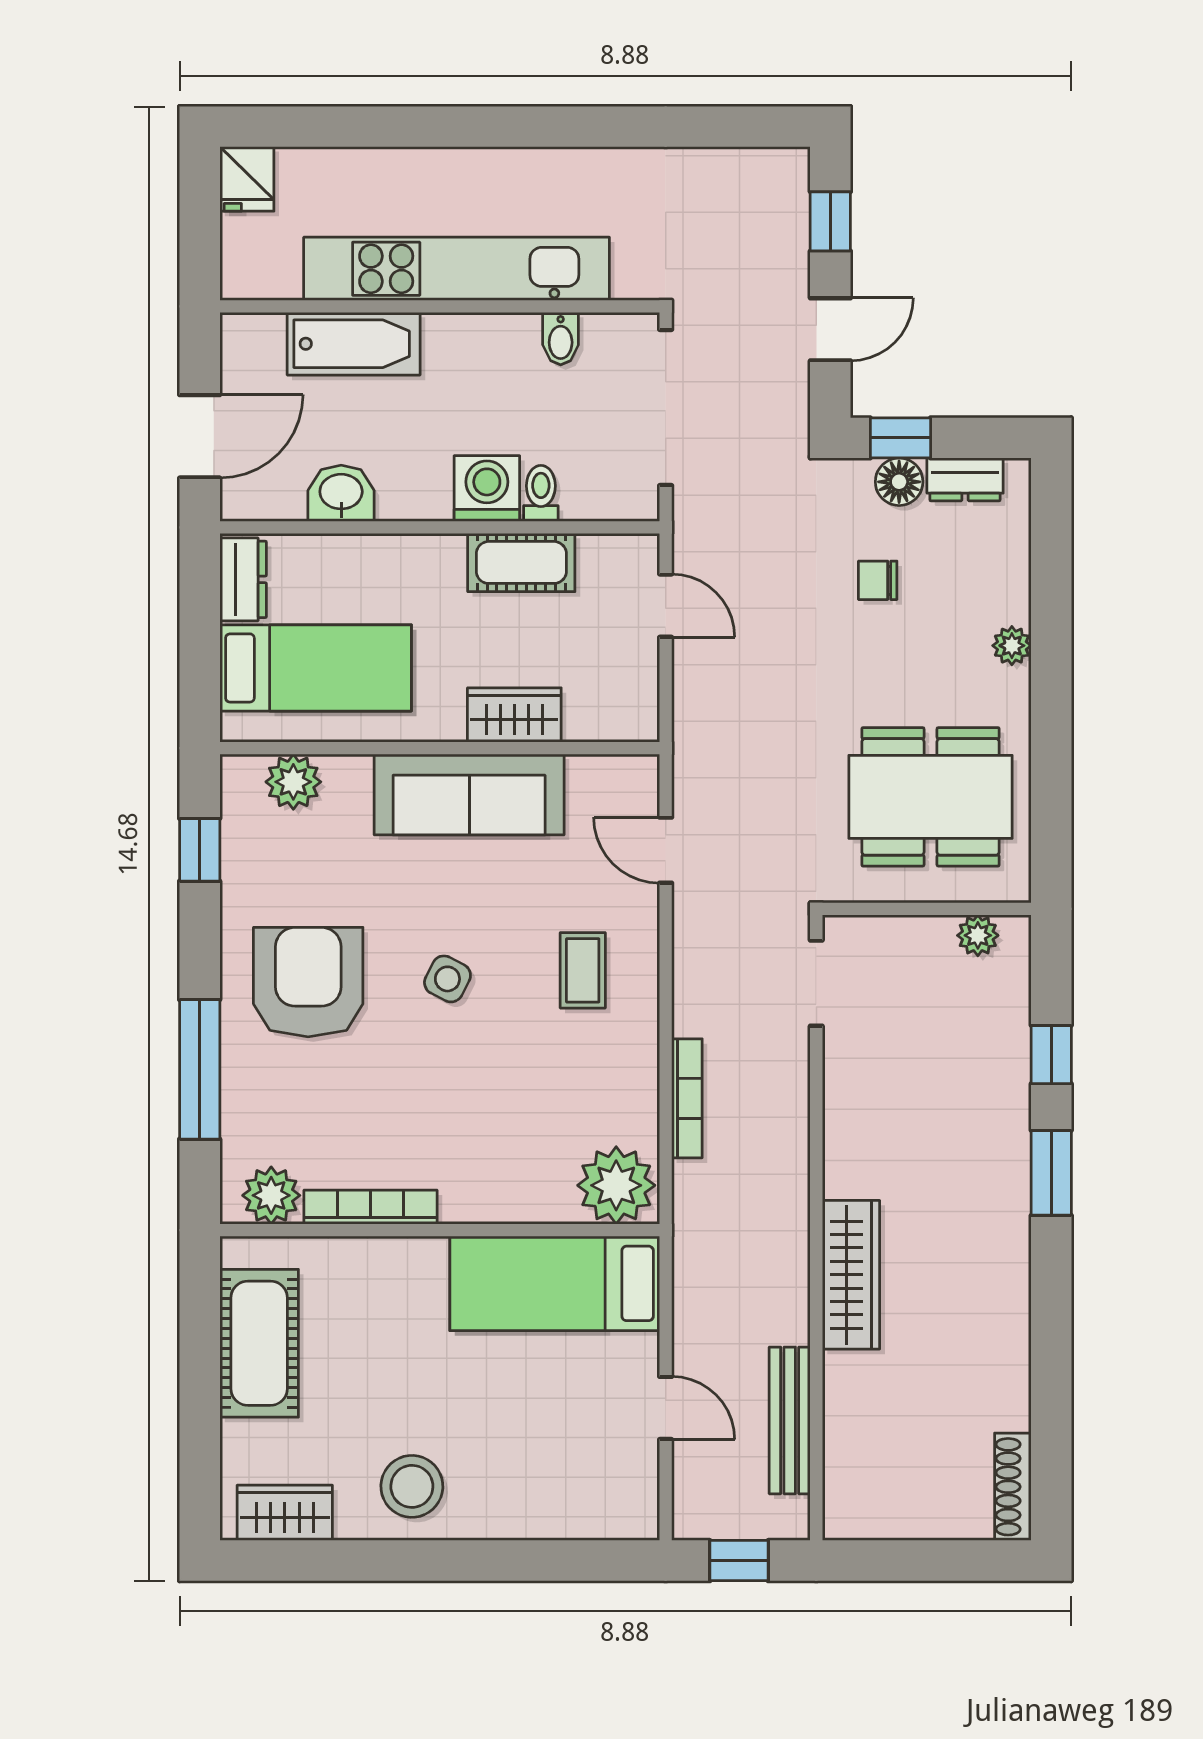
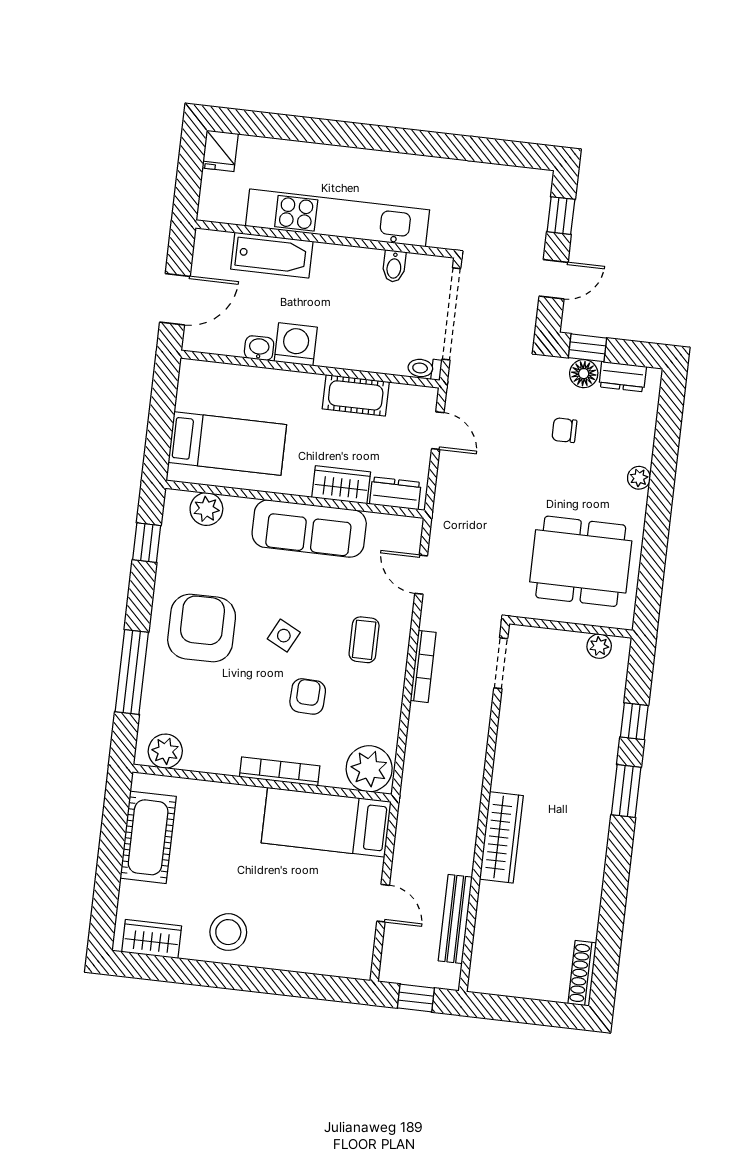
washing machine: (487, 488) -> (296, 344), moved
washbasin: (341, 493) -> (259, 348), width x0.72, depth x0.69
toilet: (541, 493) -> (425, 368), moved, turned -90
dresser: (243, 579) -> (395, 493), moved, turned -90
armchair: (499, 1076) -> (308, 696), added
bookcase: (687, 1098) -> (423, 666), moved
bookcase: (371, 1207) -> (280, 771), moved

